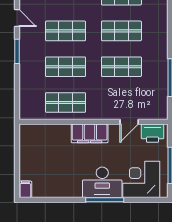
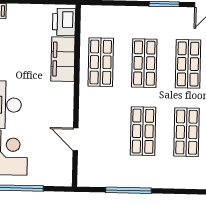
filing cabinet: (90, 133) -> (63, 59), moved
printer: (152, 133) -> (64, 22), moved

